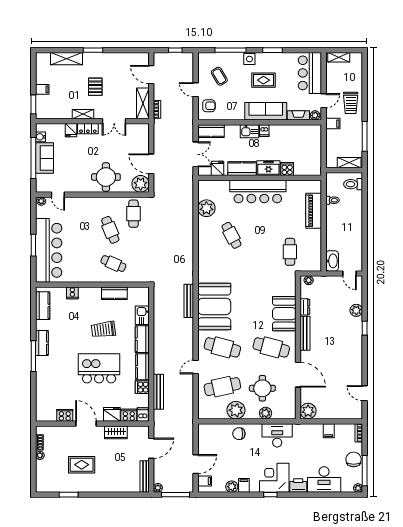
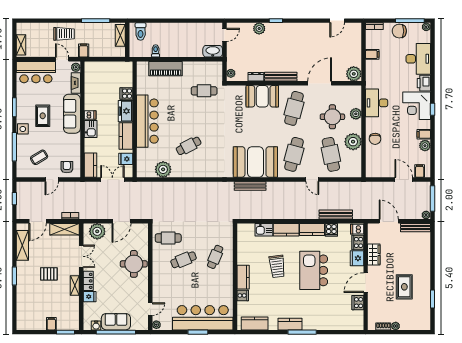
shelving: (66, 59) -> (22, 245), moved
plant: (141, 184) -> (97, 231), moved
kitchen counter: (114, 293) -> (243, 277), moved

